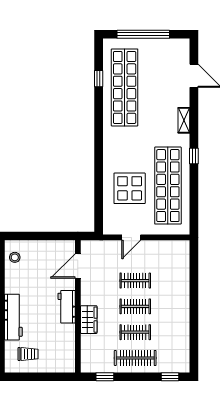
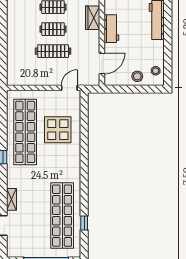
shelving: (184, 120) -> (12, 199), moved
door: (131, 237) -> (69, 88), moved
stool: (36, 251) -> (137, 76), added
clothes rail: (135, 281) -> (53, 51), width x1.36

